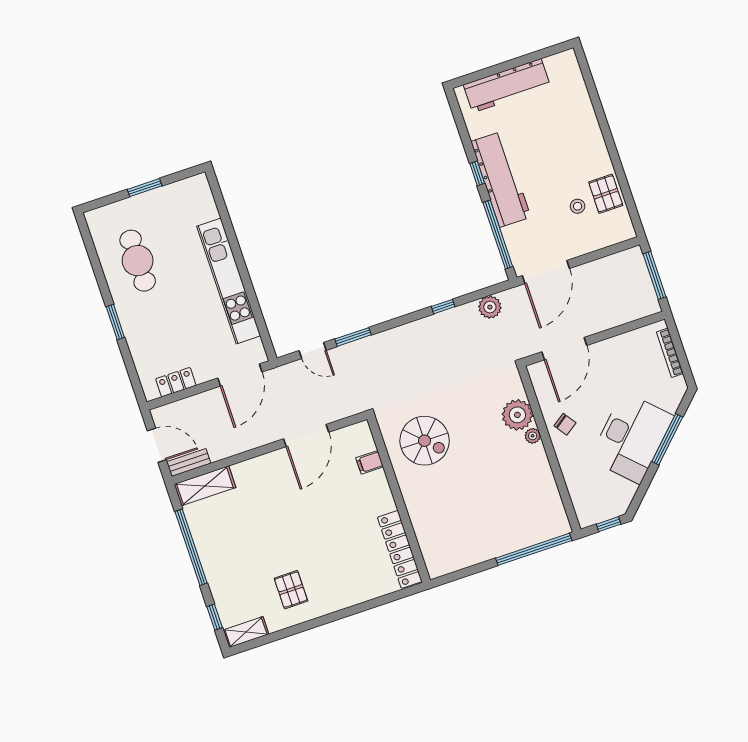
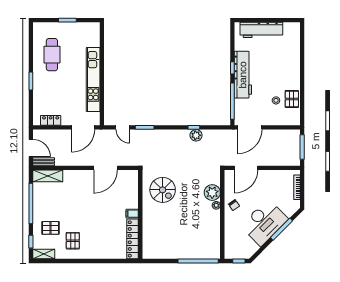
plant: (490, 307) -> (196, 135), moved
filing cabinet: (370, 462) -> (132, 214), moved
pallet: (242, 580) -> (50, 228), added

